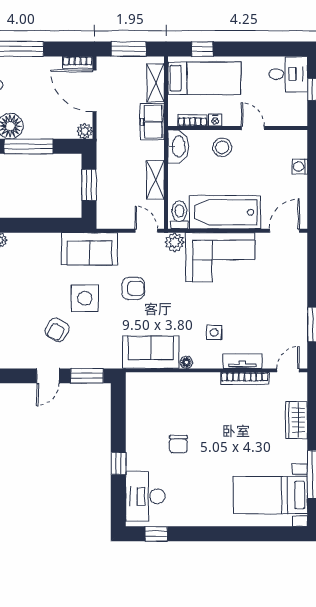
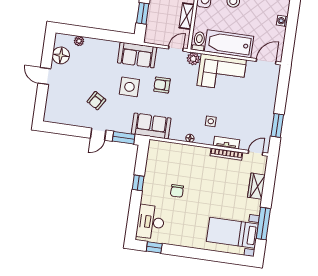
door: (146, 231) -> (176, 49), hinge flipped
armchair: (133, 288) -> (162, 85), turned 180
armchair: (57, 330) -> (96, 101), moved
sofa: (151, 352) -> (151, 126), moved
window: (118, 463) -> (138, 183), moved

